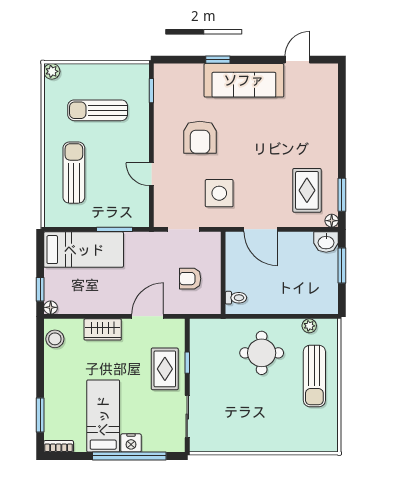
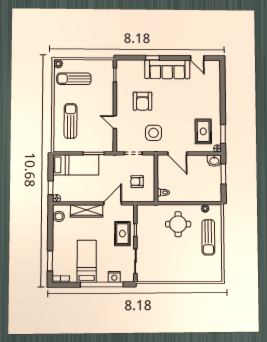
door: (297, 60) -> (197, 58), swing flipped
sun lounger: (98, 110) -> (74, 79), moved
wardrobe: (103, 329) -> (87, 211), width x1.50
nightstand: (131, 443) -> (114, 277), moved

